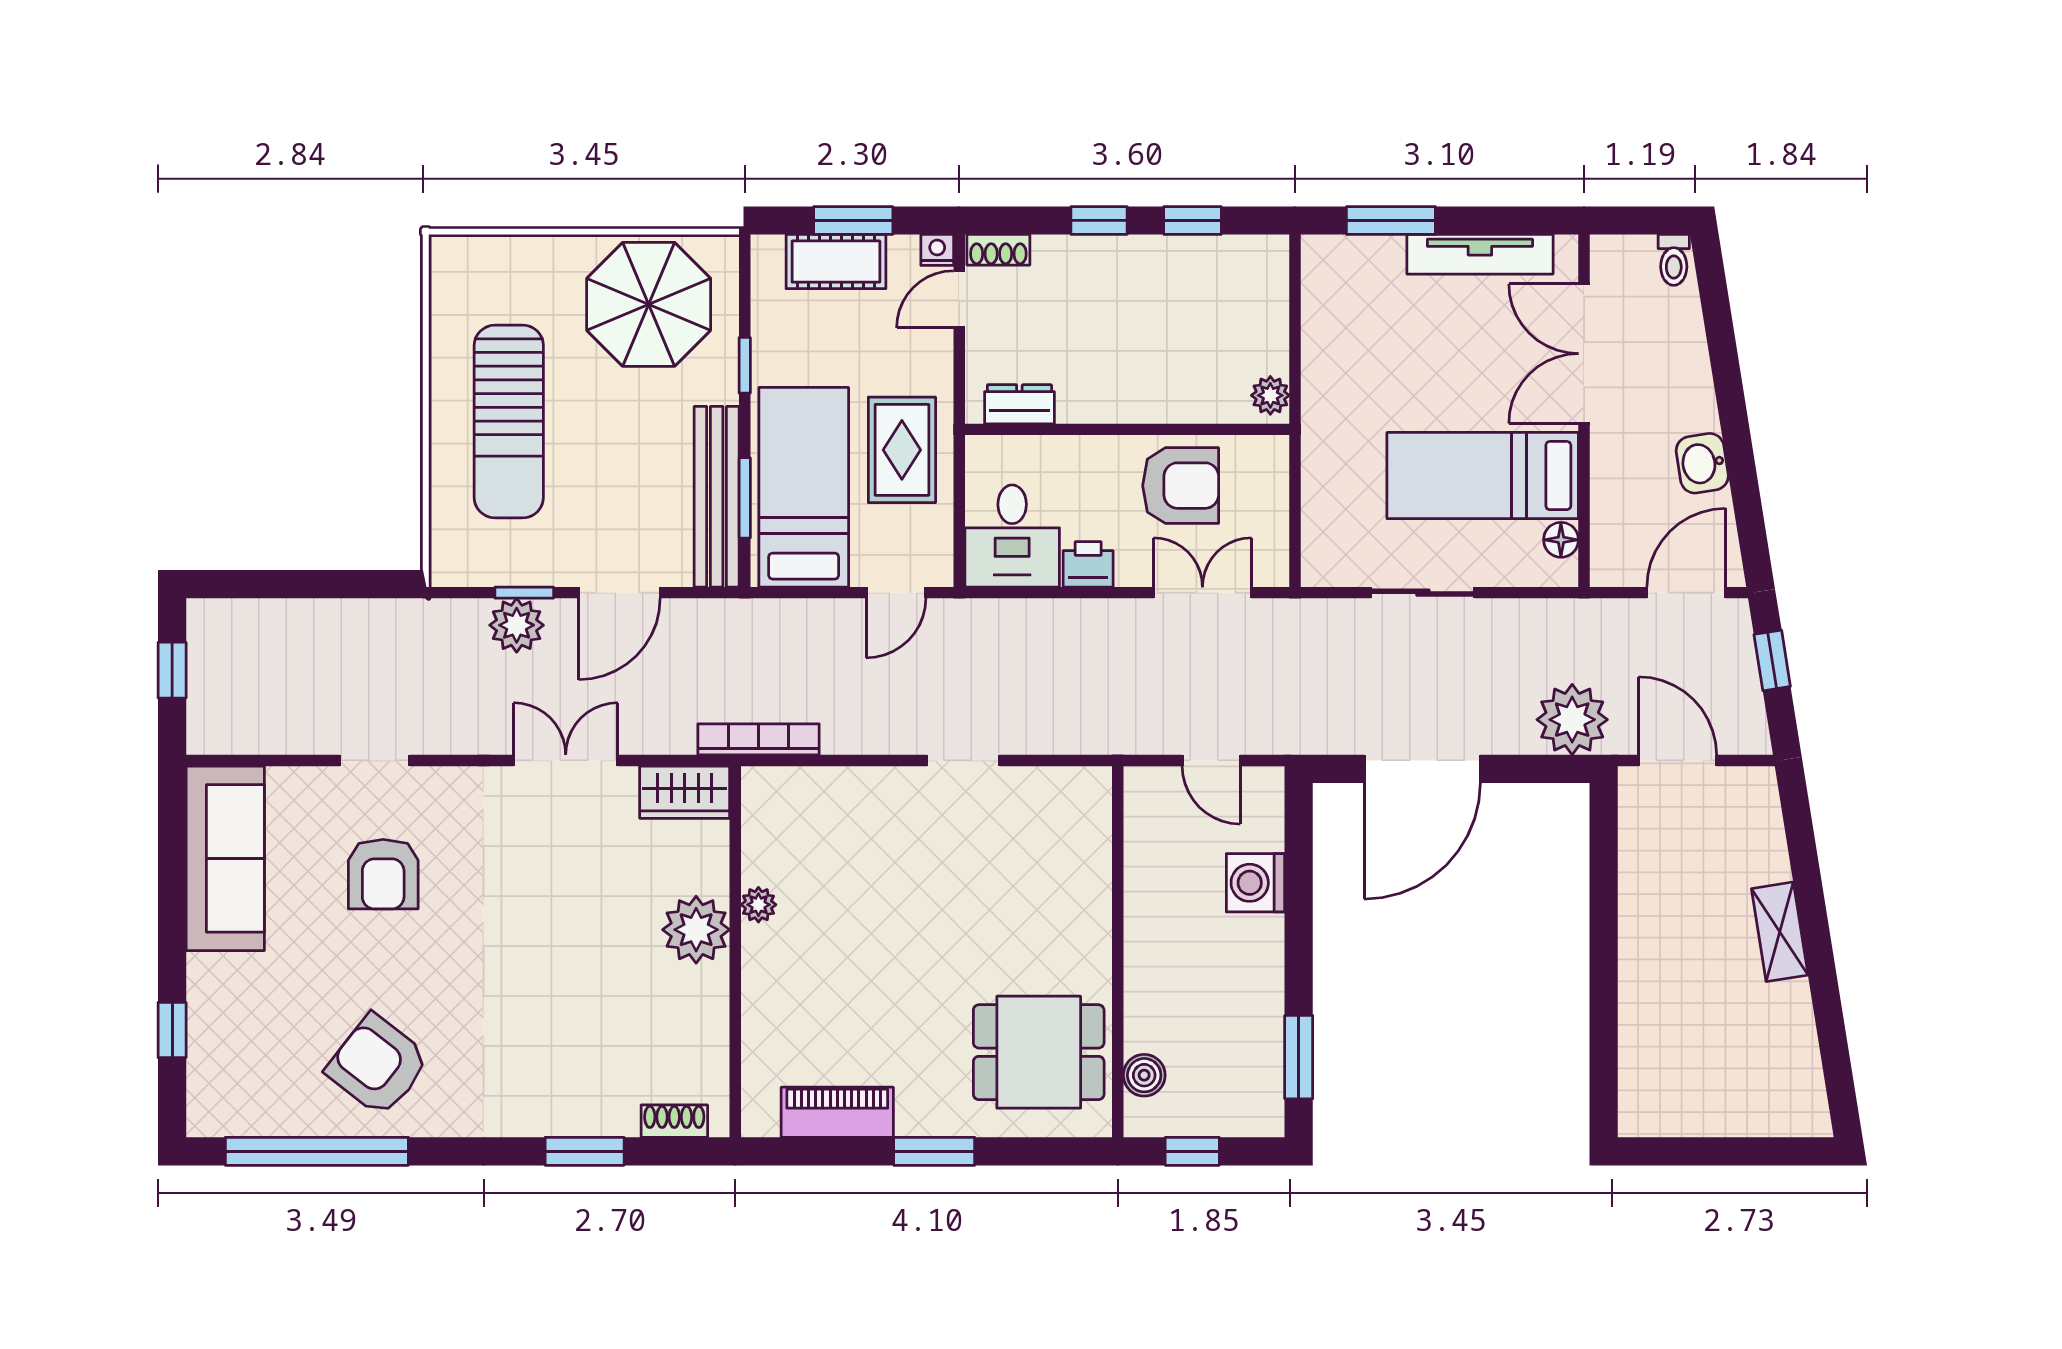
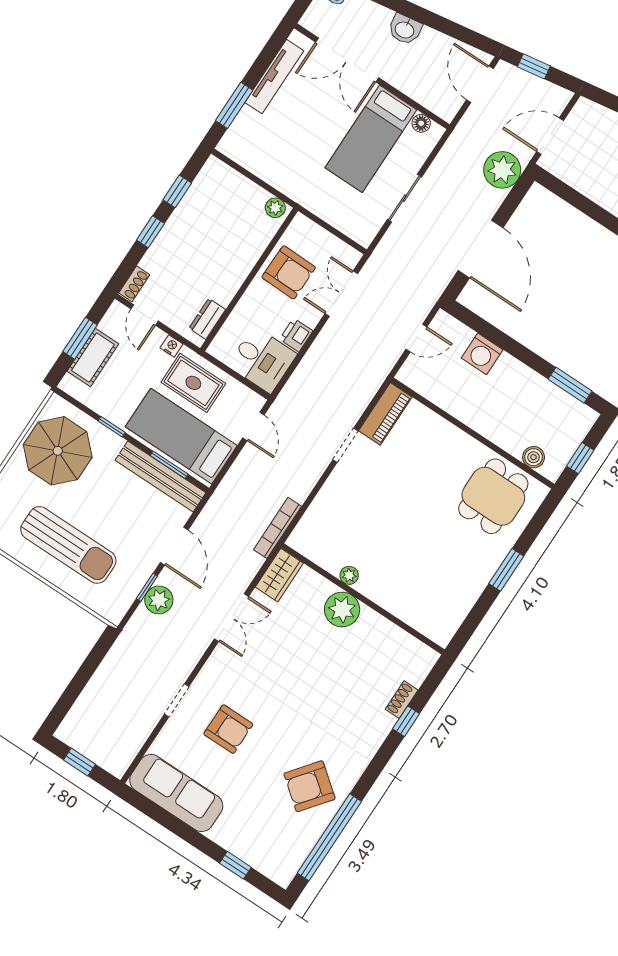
nightstand: (937, 250) -> (172, 346), moved, turned 90
washbasin: (1702, 463) -> (405, 29), moved
armchair: (1181, 486) -> (289, 272), turned 91
double door: (566, 760) -> (231, 618), swing flipped
piano: (837, 1112) -> (385, 414), moved, turned 180
shoe rack: (674, 1121) -> (402, 700), moved
window: (585, 1151) -> (406, 721), width x0.67

